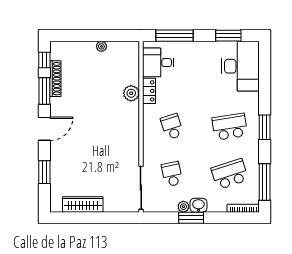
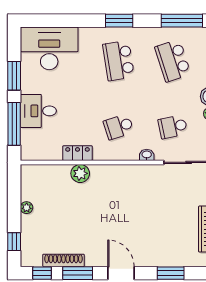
window: (72, 36) -> (14, 242), added
window: (228, 36) -> (14, 76), moved
desk: (158, 62) -> (38, 111), moved, turned 90
washbasin: (148, 151) -> (147, 155), added

